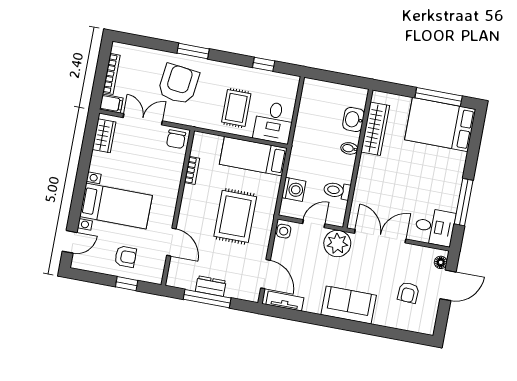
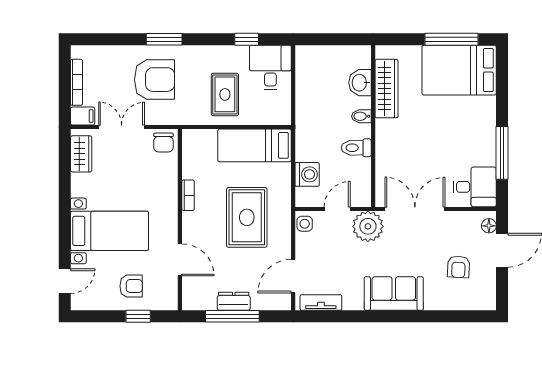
armchair: (178, 84) -> (154, 80), turned 83
desk: (274, 122) -> (270, 67), moved, turned 180
bookcase: (192, 170) -> (188, 195), moved
toilet: (337, 190) -> (356, 148), moved
door: (265, 274) -> (293, 276), swing flipped

